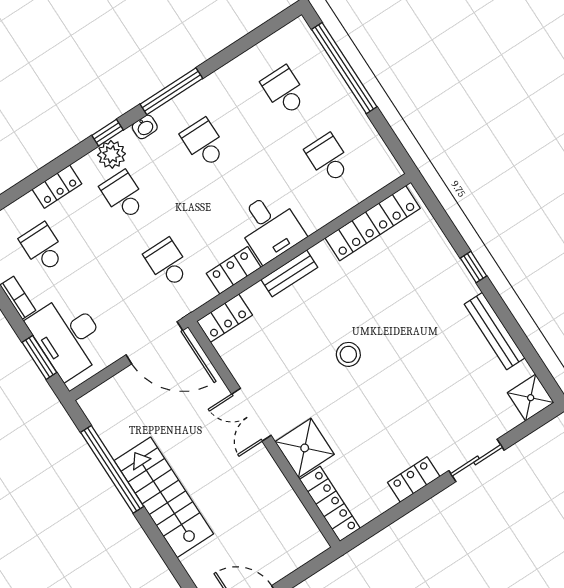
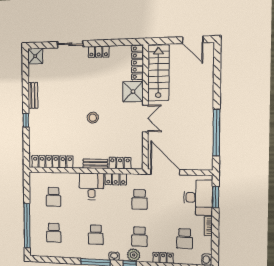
locker: (225, 318) -> (120, 163), moved
bench: (495, 331) -> (33, 95), width x0.73
stairs: (164, 497) -> (158, 73), moved, turned 180

